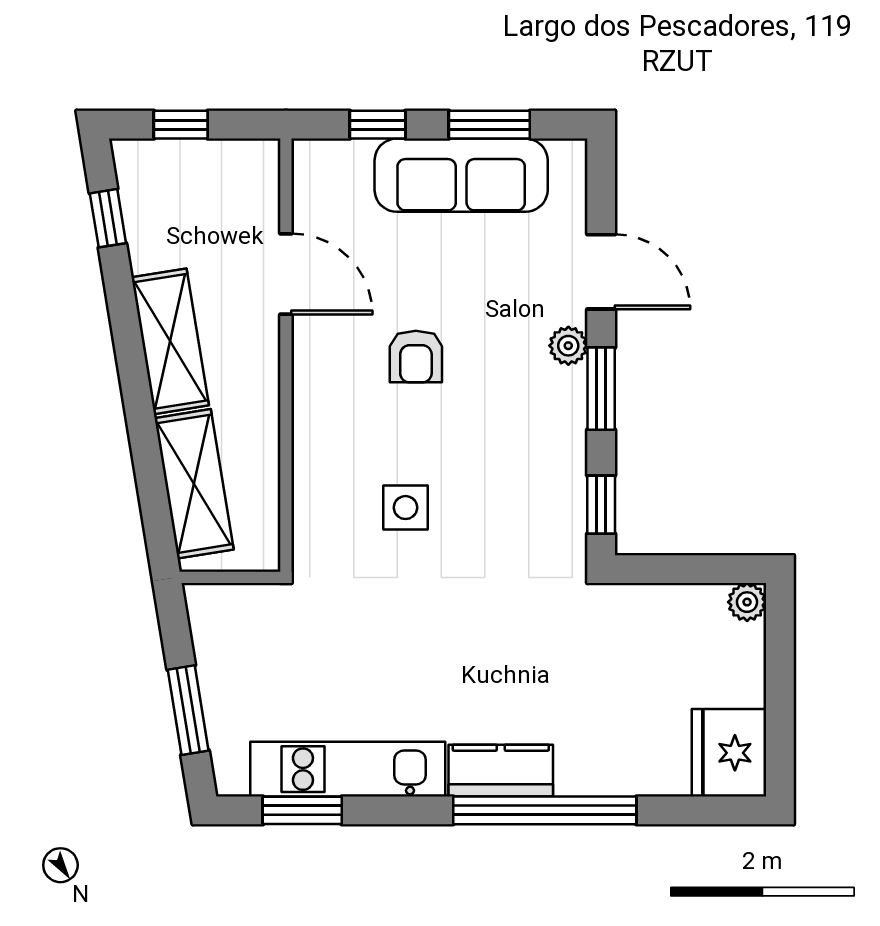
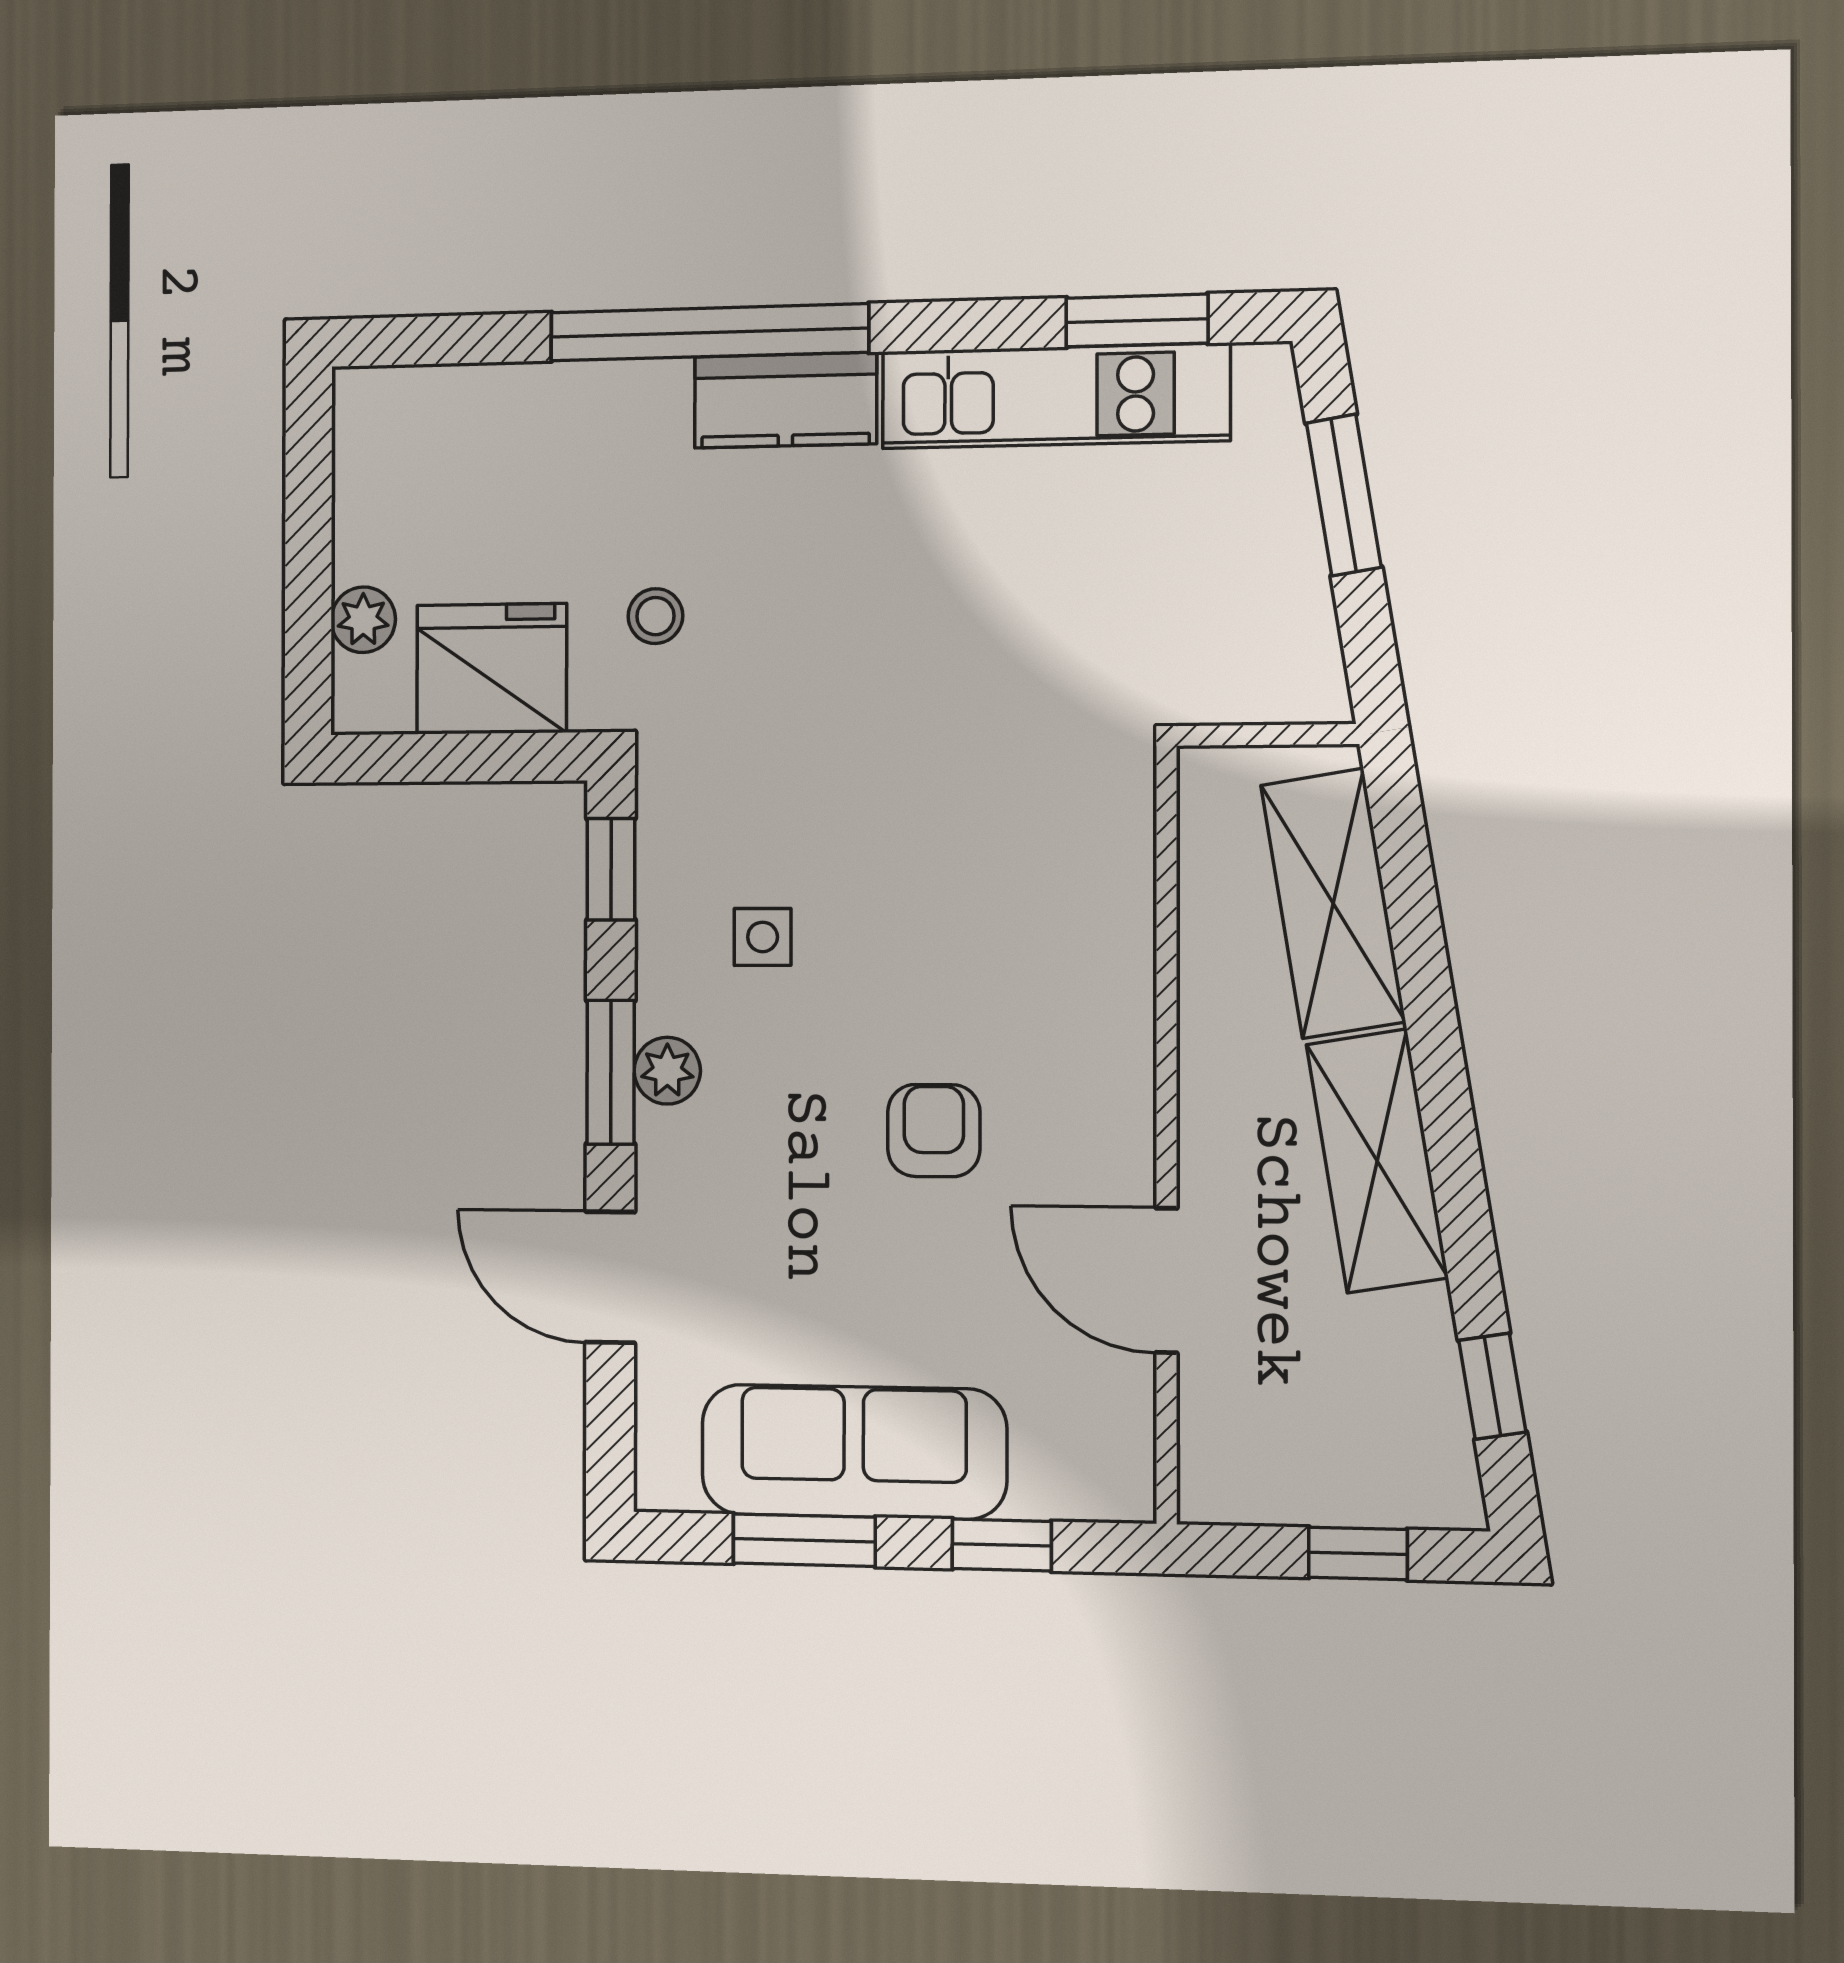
plant: (568, 346) -> (667, 1071), moved
side table: (405, 508) -> (763, 937), moved, width x0.73, depth x0.73
plant: (747, 602) -> (363, 620), moved
stool: (576, 649) -> (655, 616), added
fridge: (729, 753) -> (492, 669), moved, turned -90

